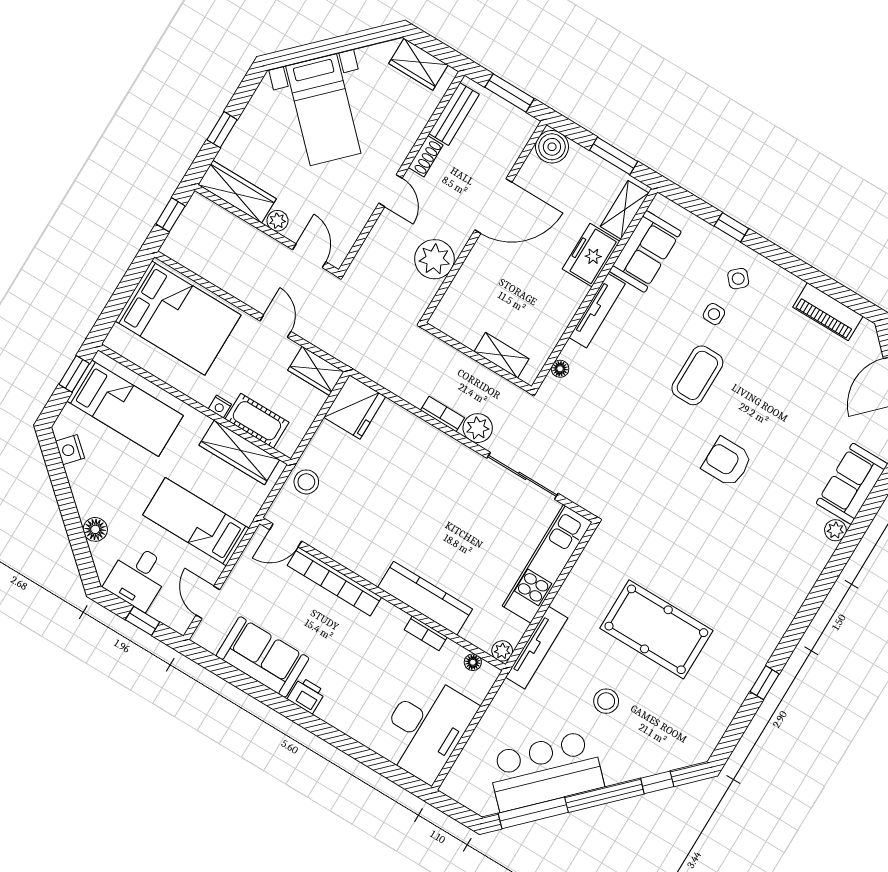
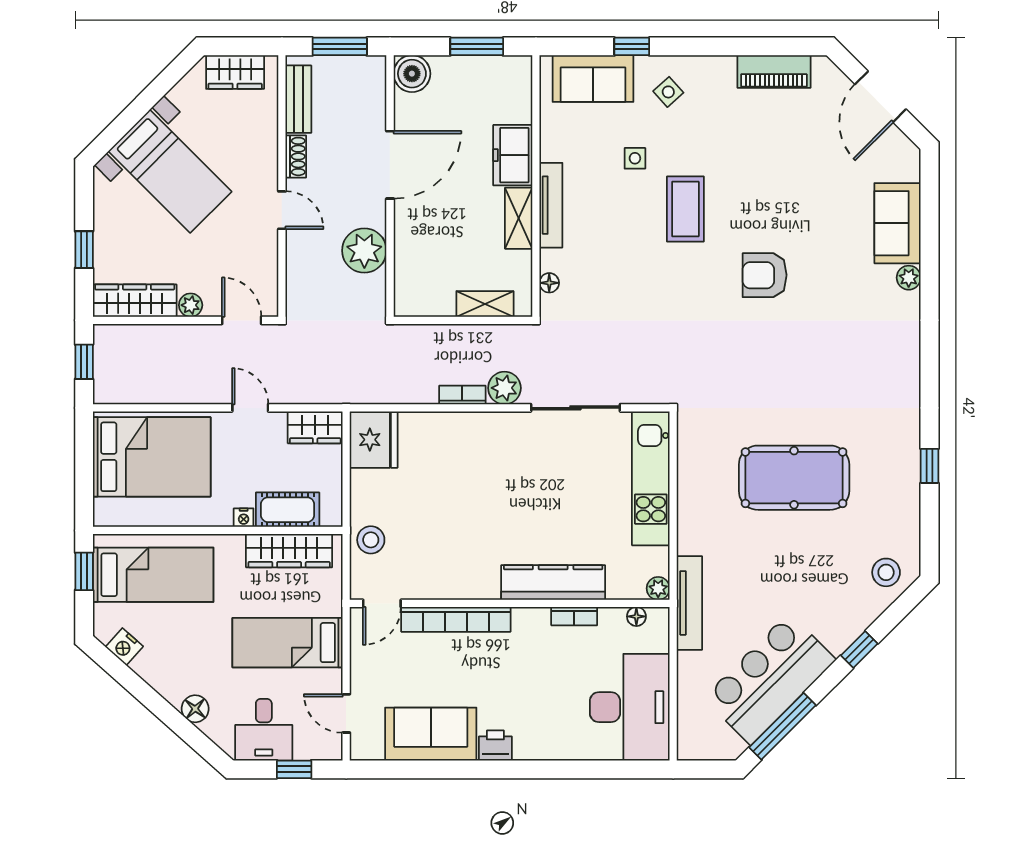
shelving: (625, 210) -> (519, 218), moved
sofa: (645, 251) -> (593, 79), moved, turned 90
side table: (714, 314) -> (635, 158), moved
tv unit: (537, 648) -> (689, 603), moved
stool: (606, 701) -> (886, 572), moved
window: (657, 782) -> (859, 649), moved

